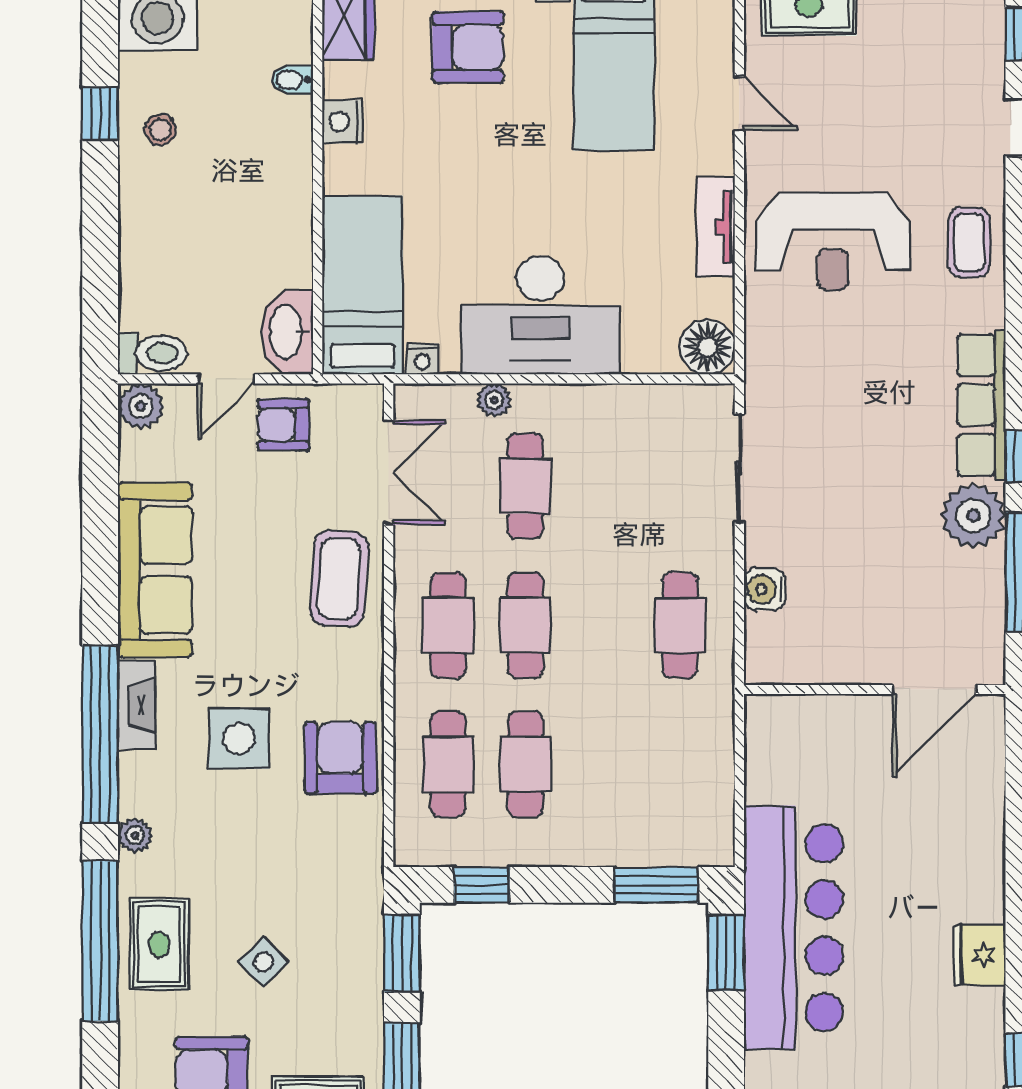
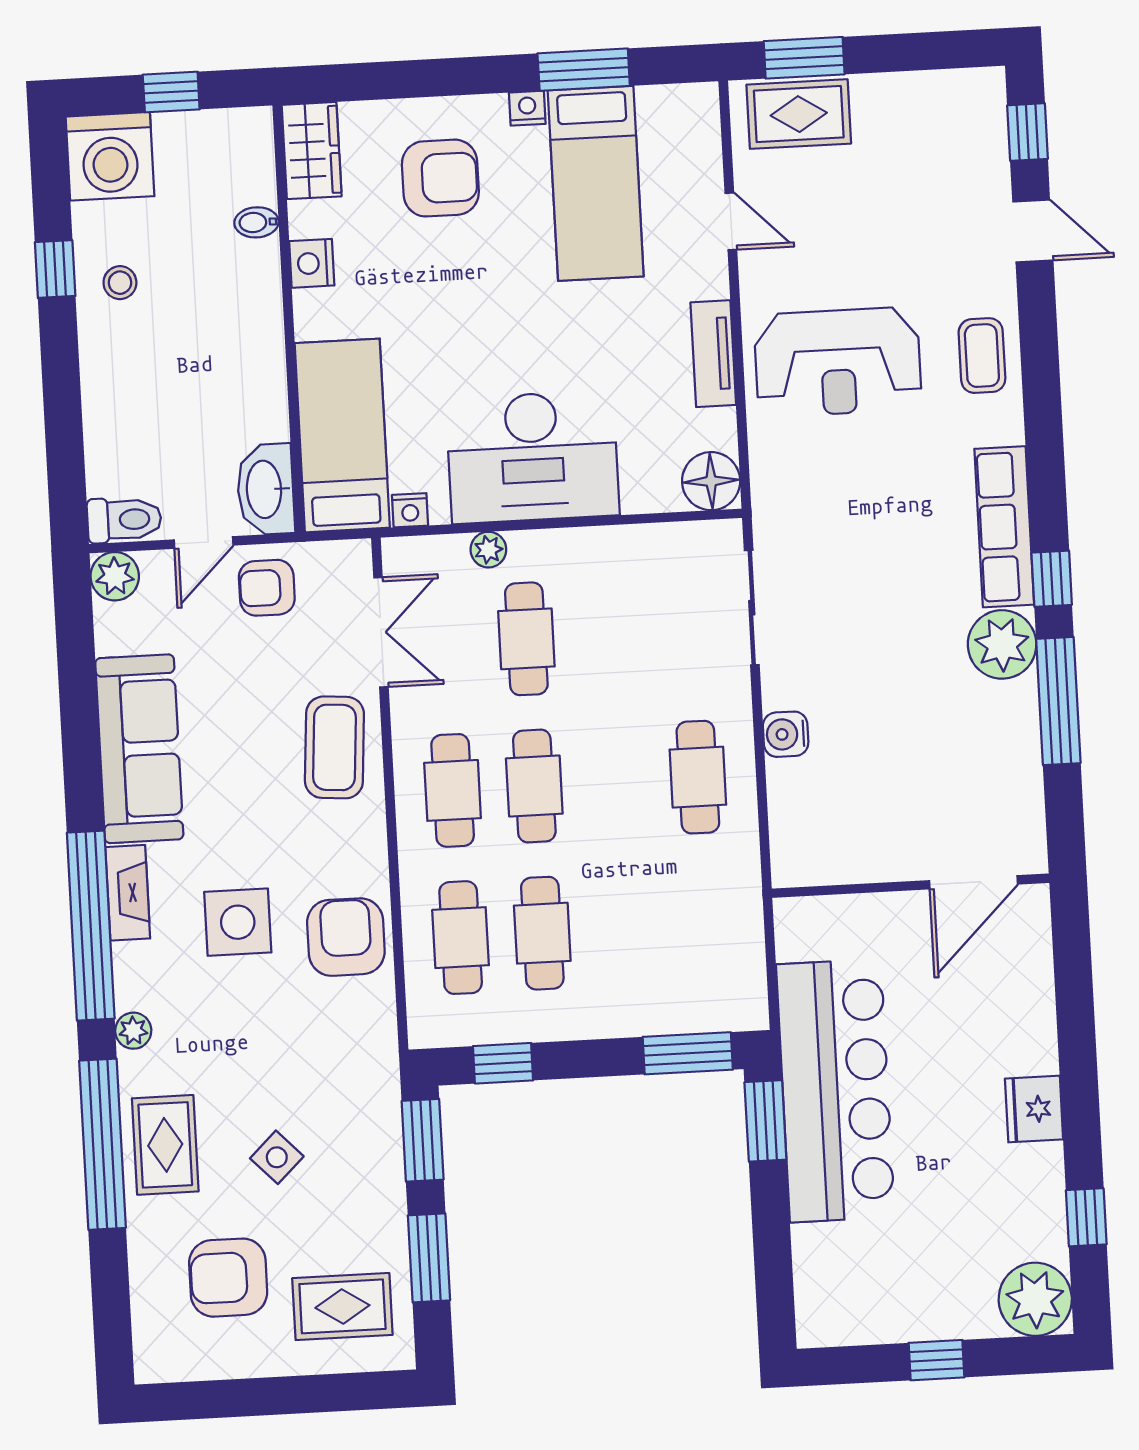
wall: (875, 690) -> (911, 886), moved
door: (934, 690) -> (974, 882), moved

